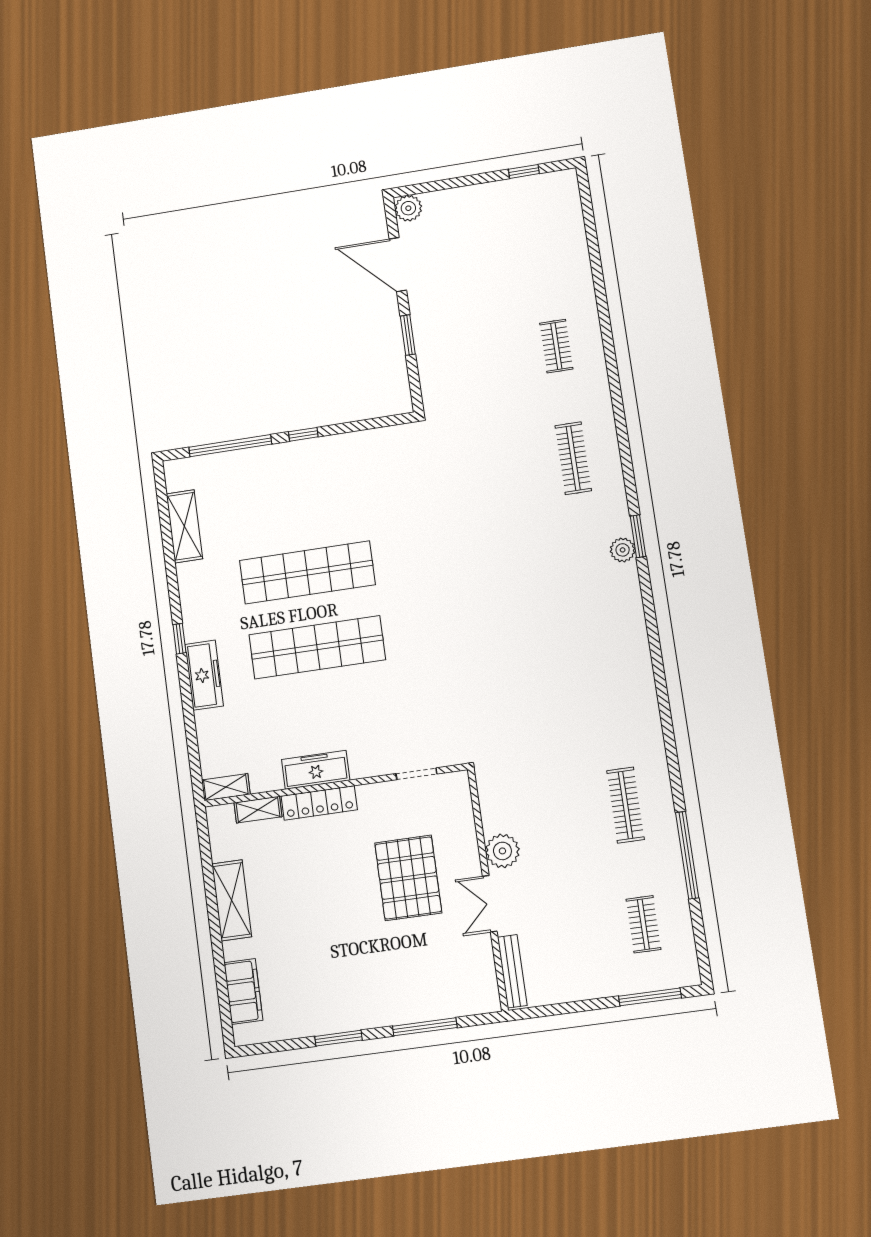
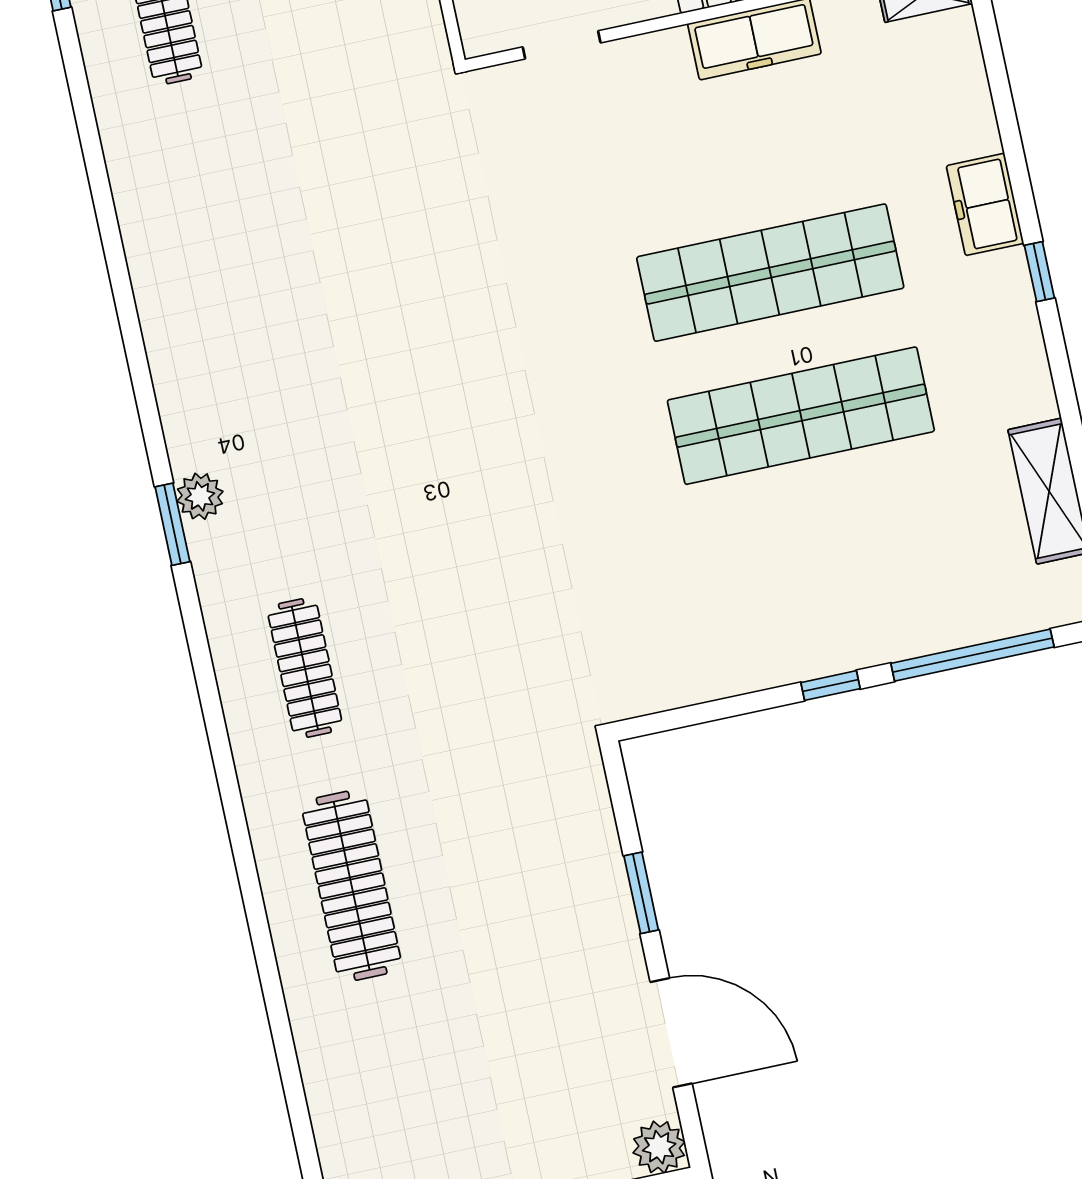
clothes rail: (556, 346) -> (352, 886), width x1.86, depth x1.31
freezer: (204, 675) -> (985, 204), width x0.71

